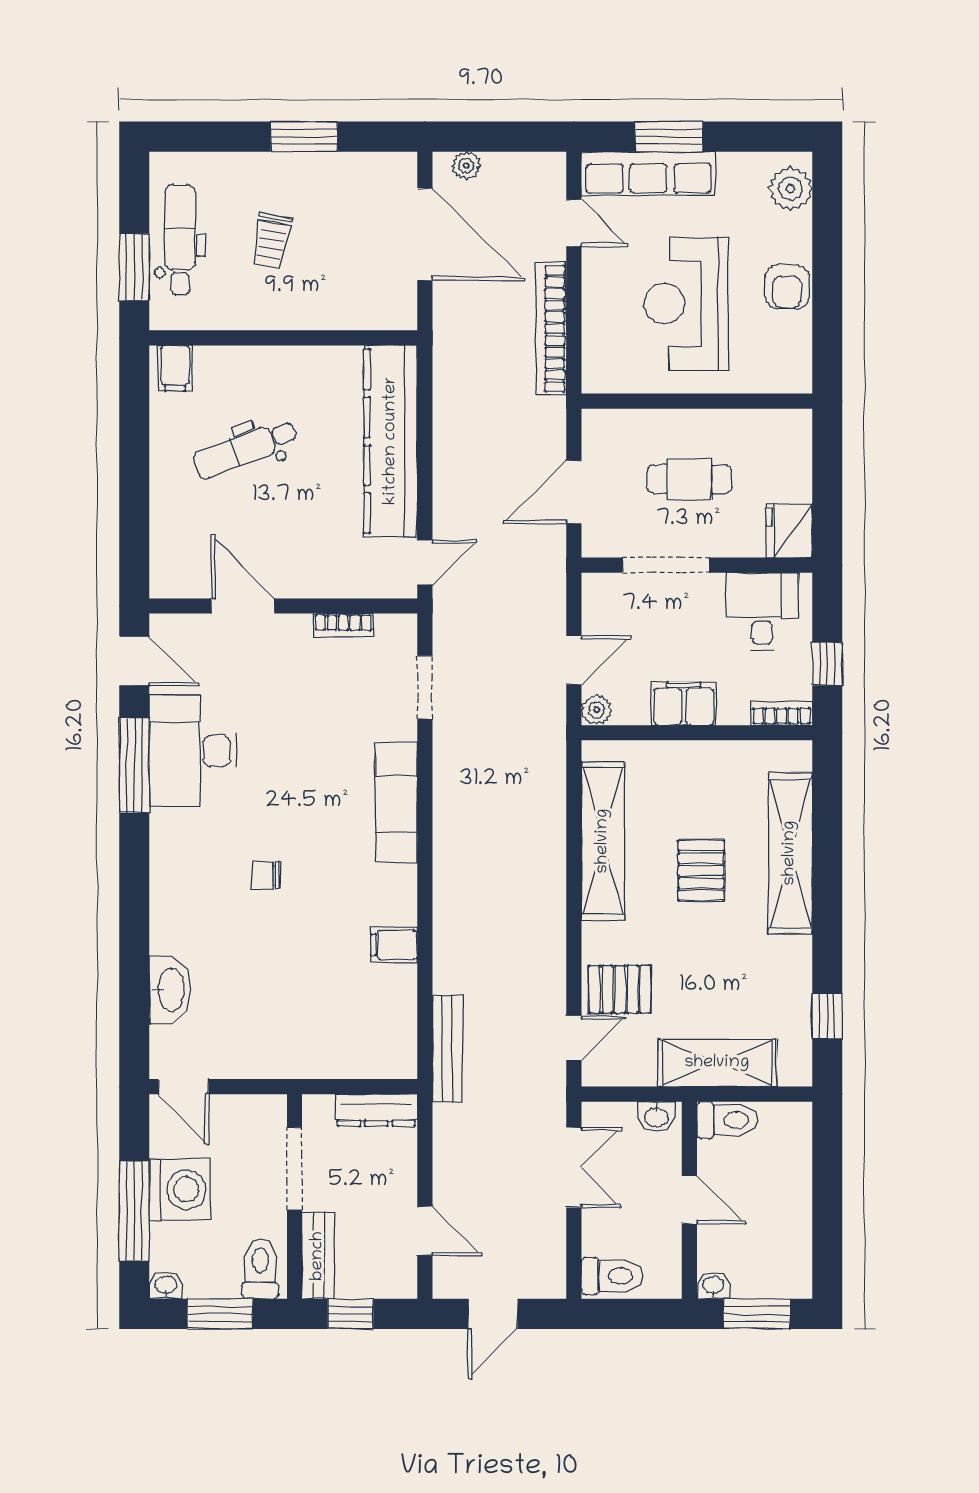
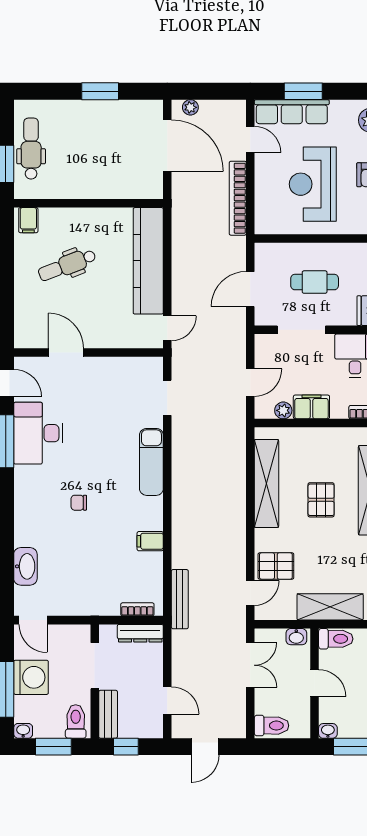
trolley: (271, 241) -> (82, 149), removed
bookcase: (343, 625) -> (137, 609), moved, turned 180
plant: (597, 710) -> (283, 410), moved

